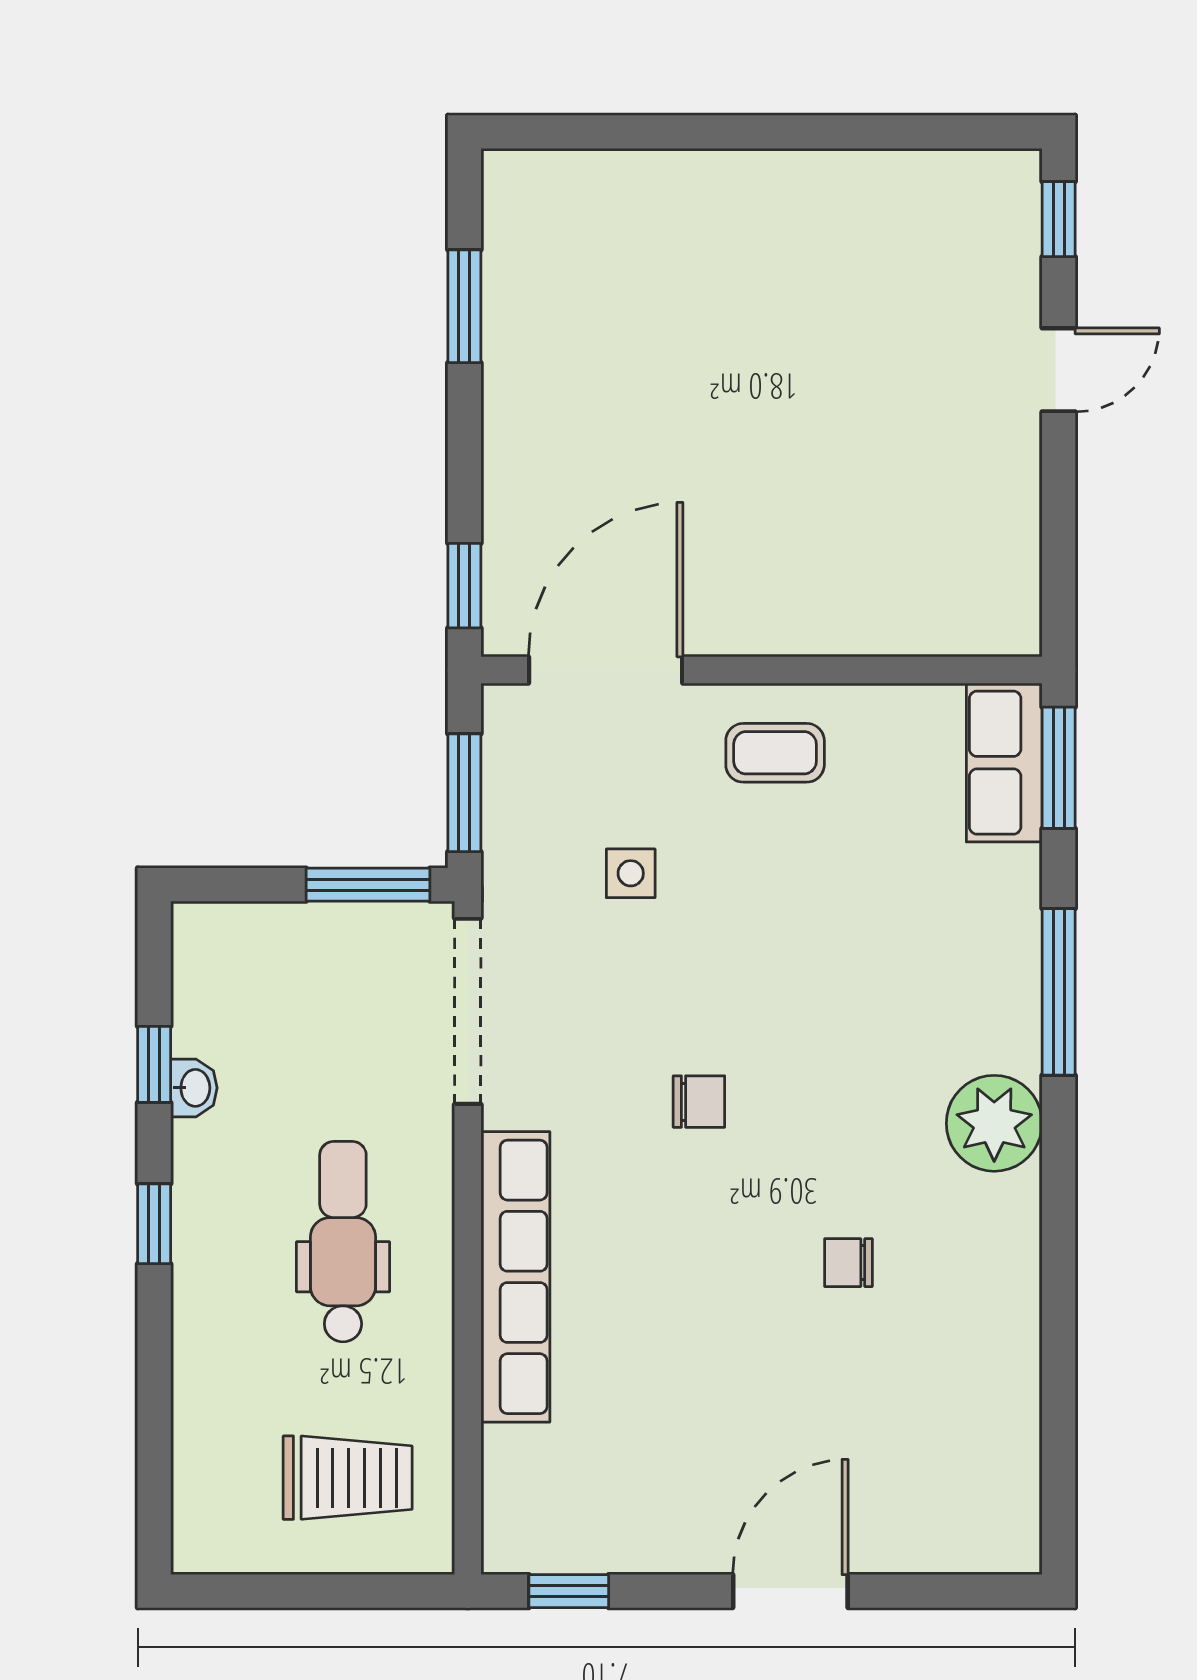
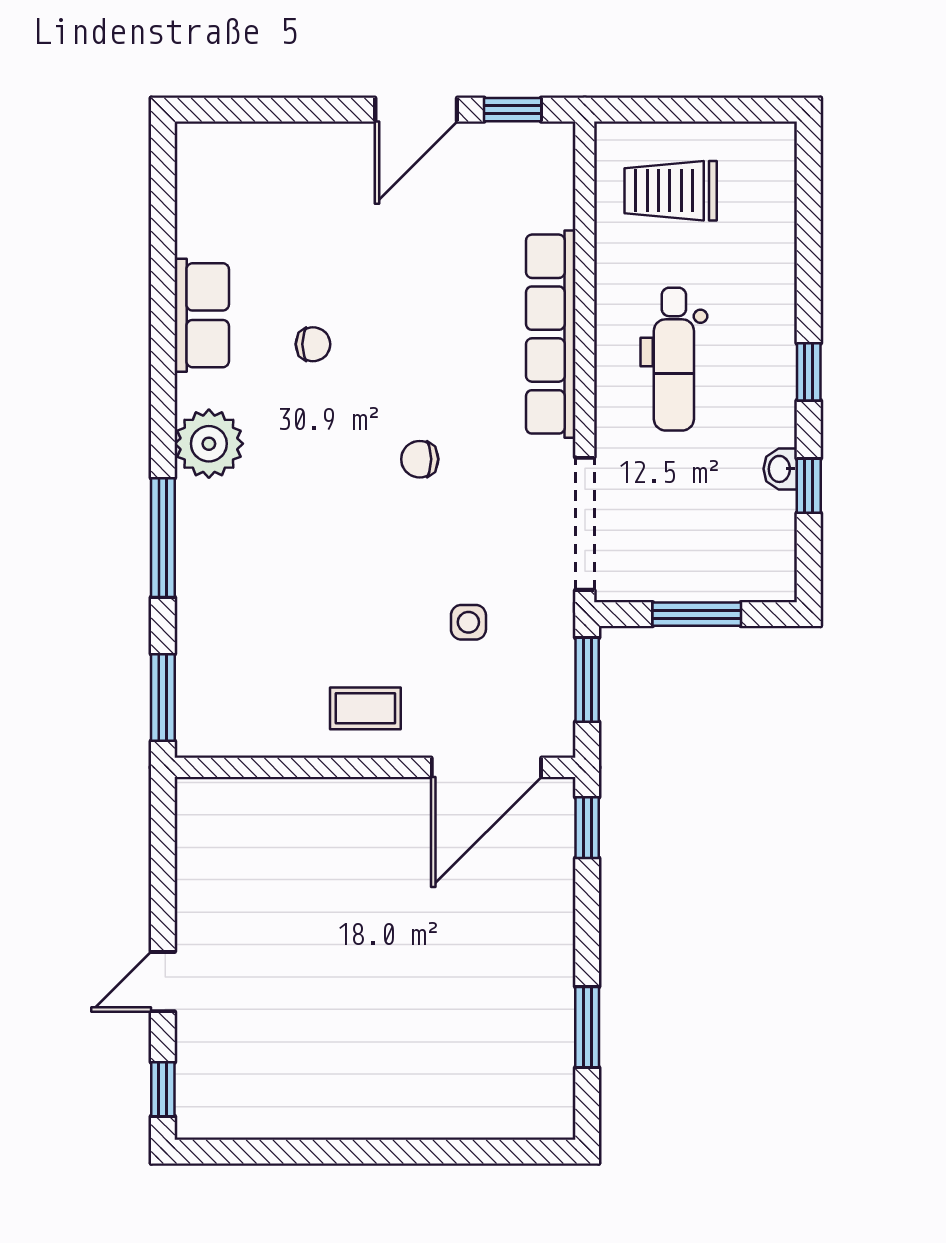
row of seats: (1004, 763) -> (202, 315), moved
window: (368, 885) -> (697, 614), moved
door: (790, 1591) -> (416, 110), moved

